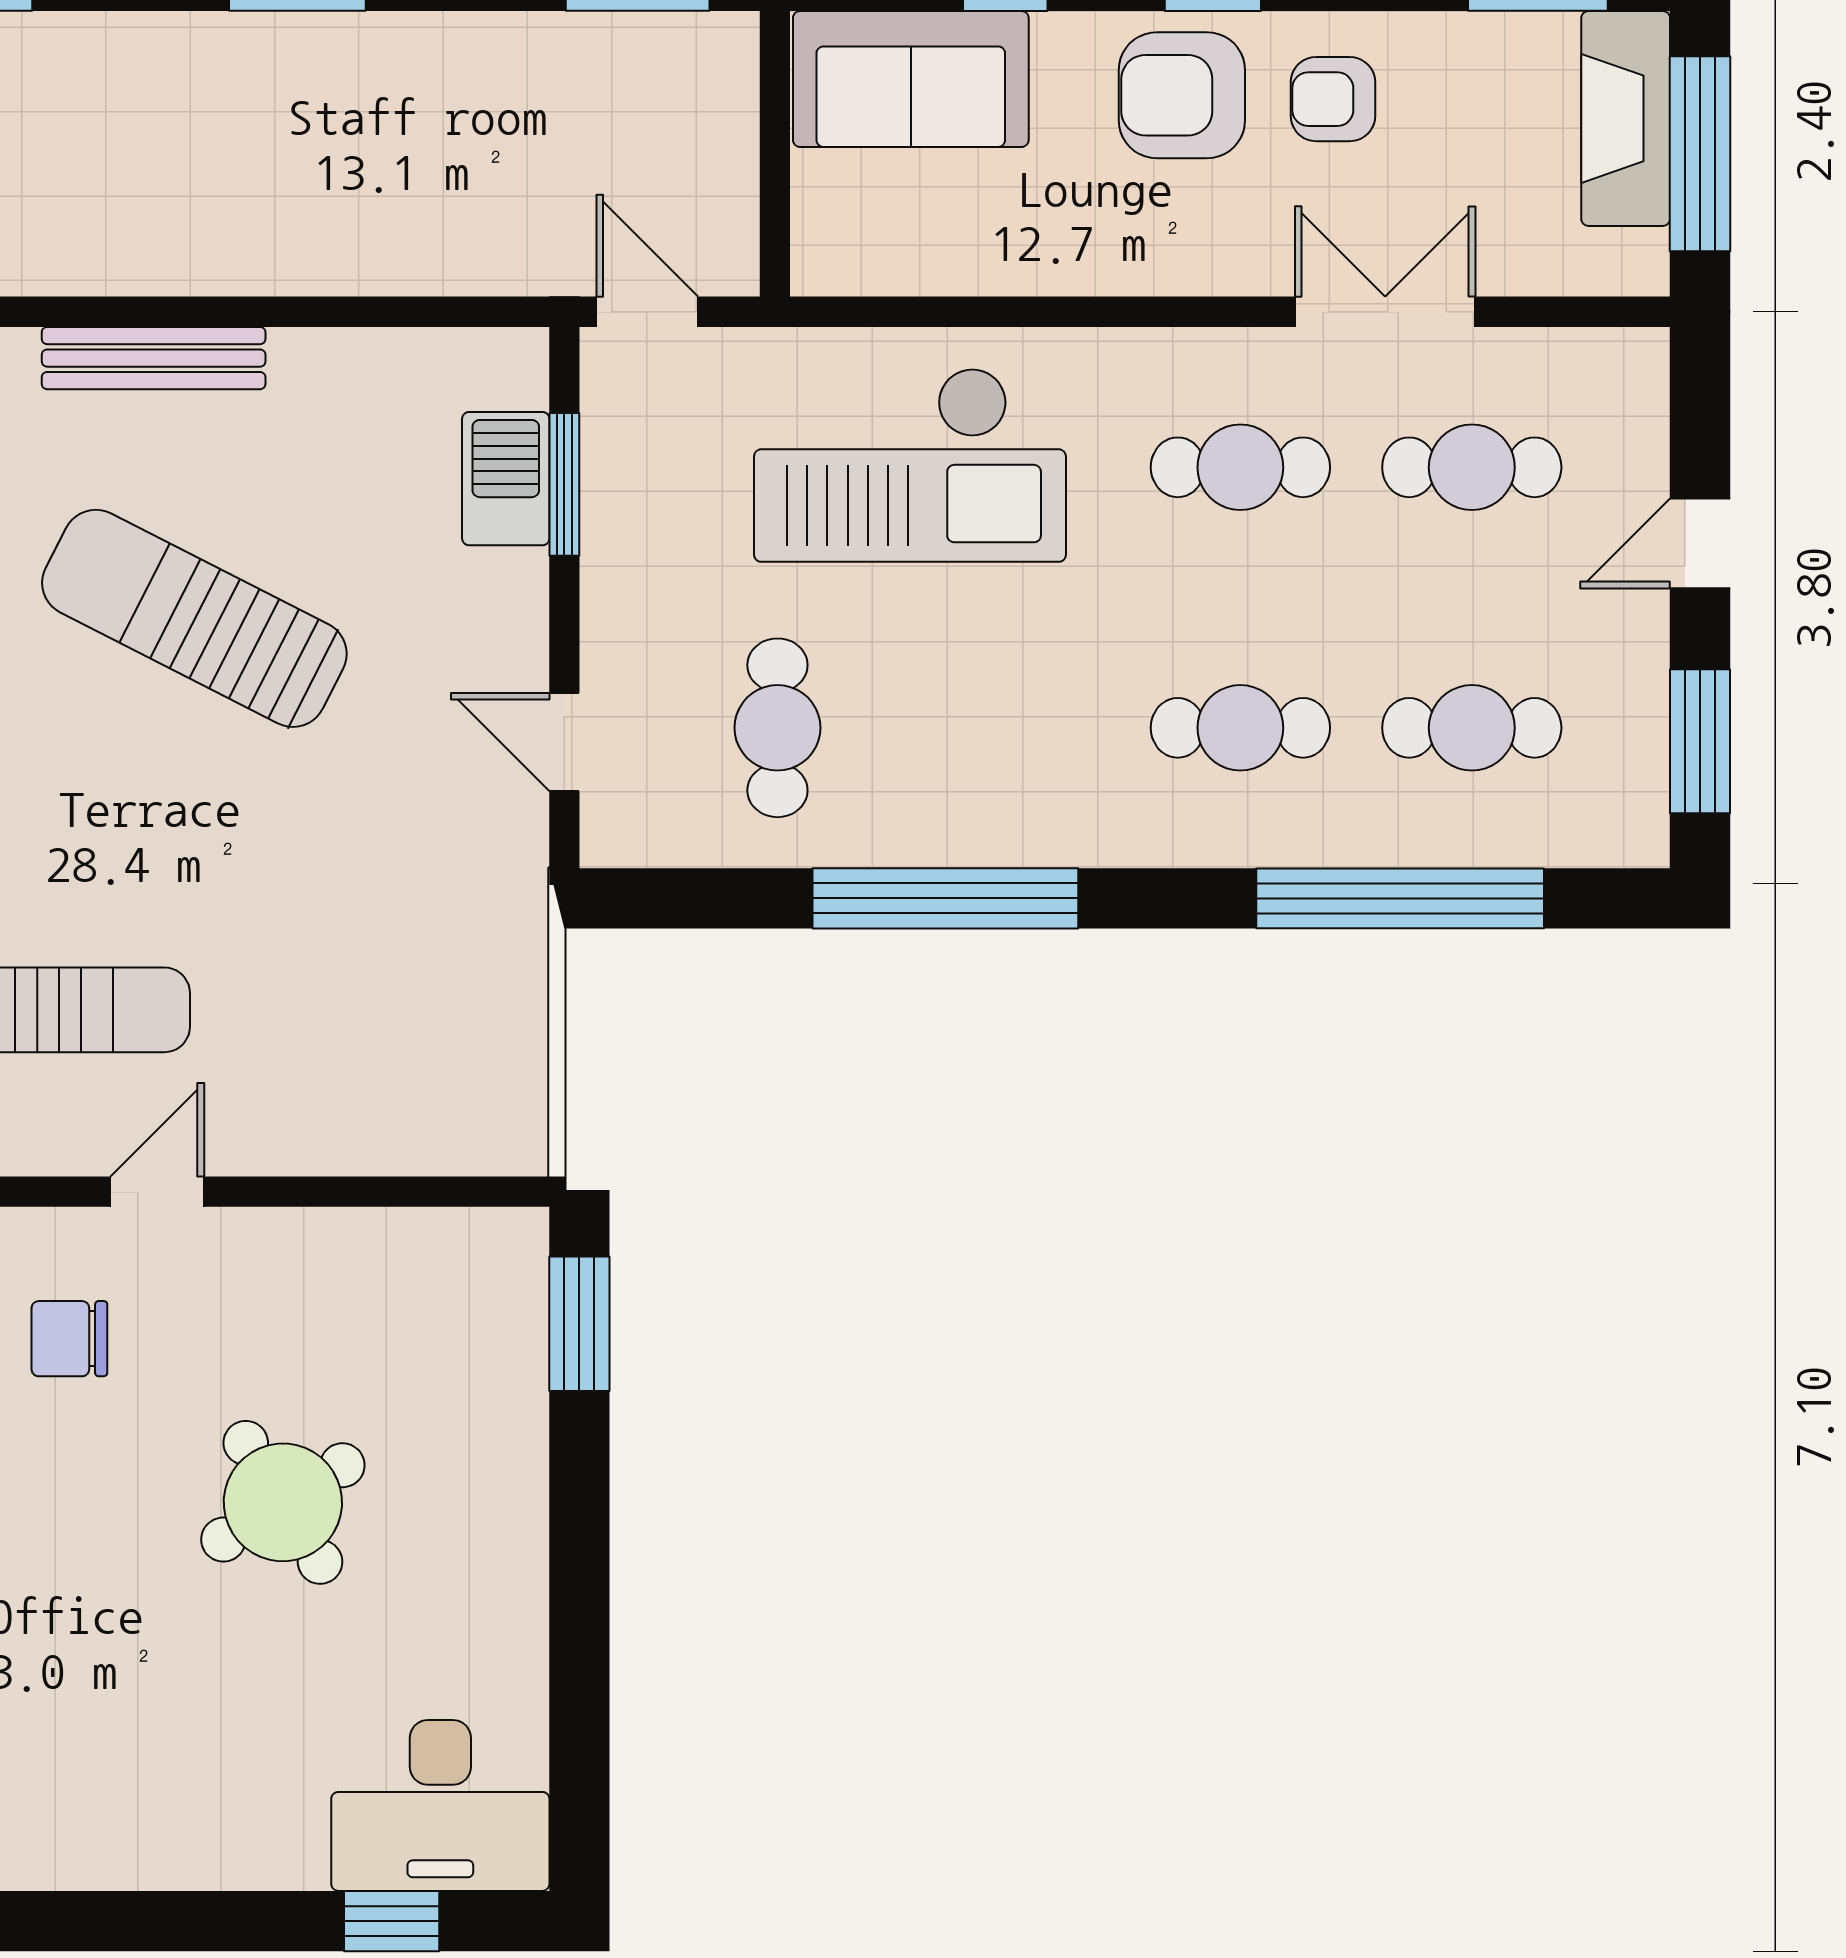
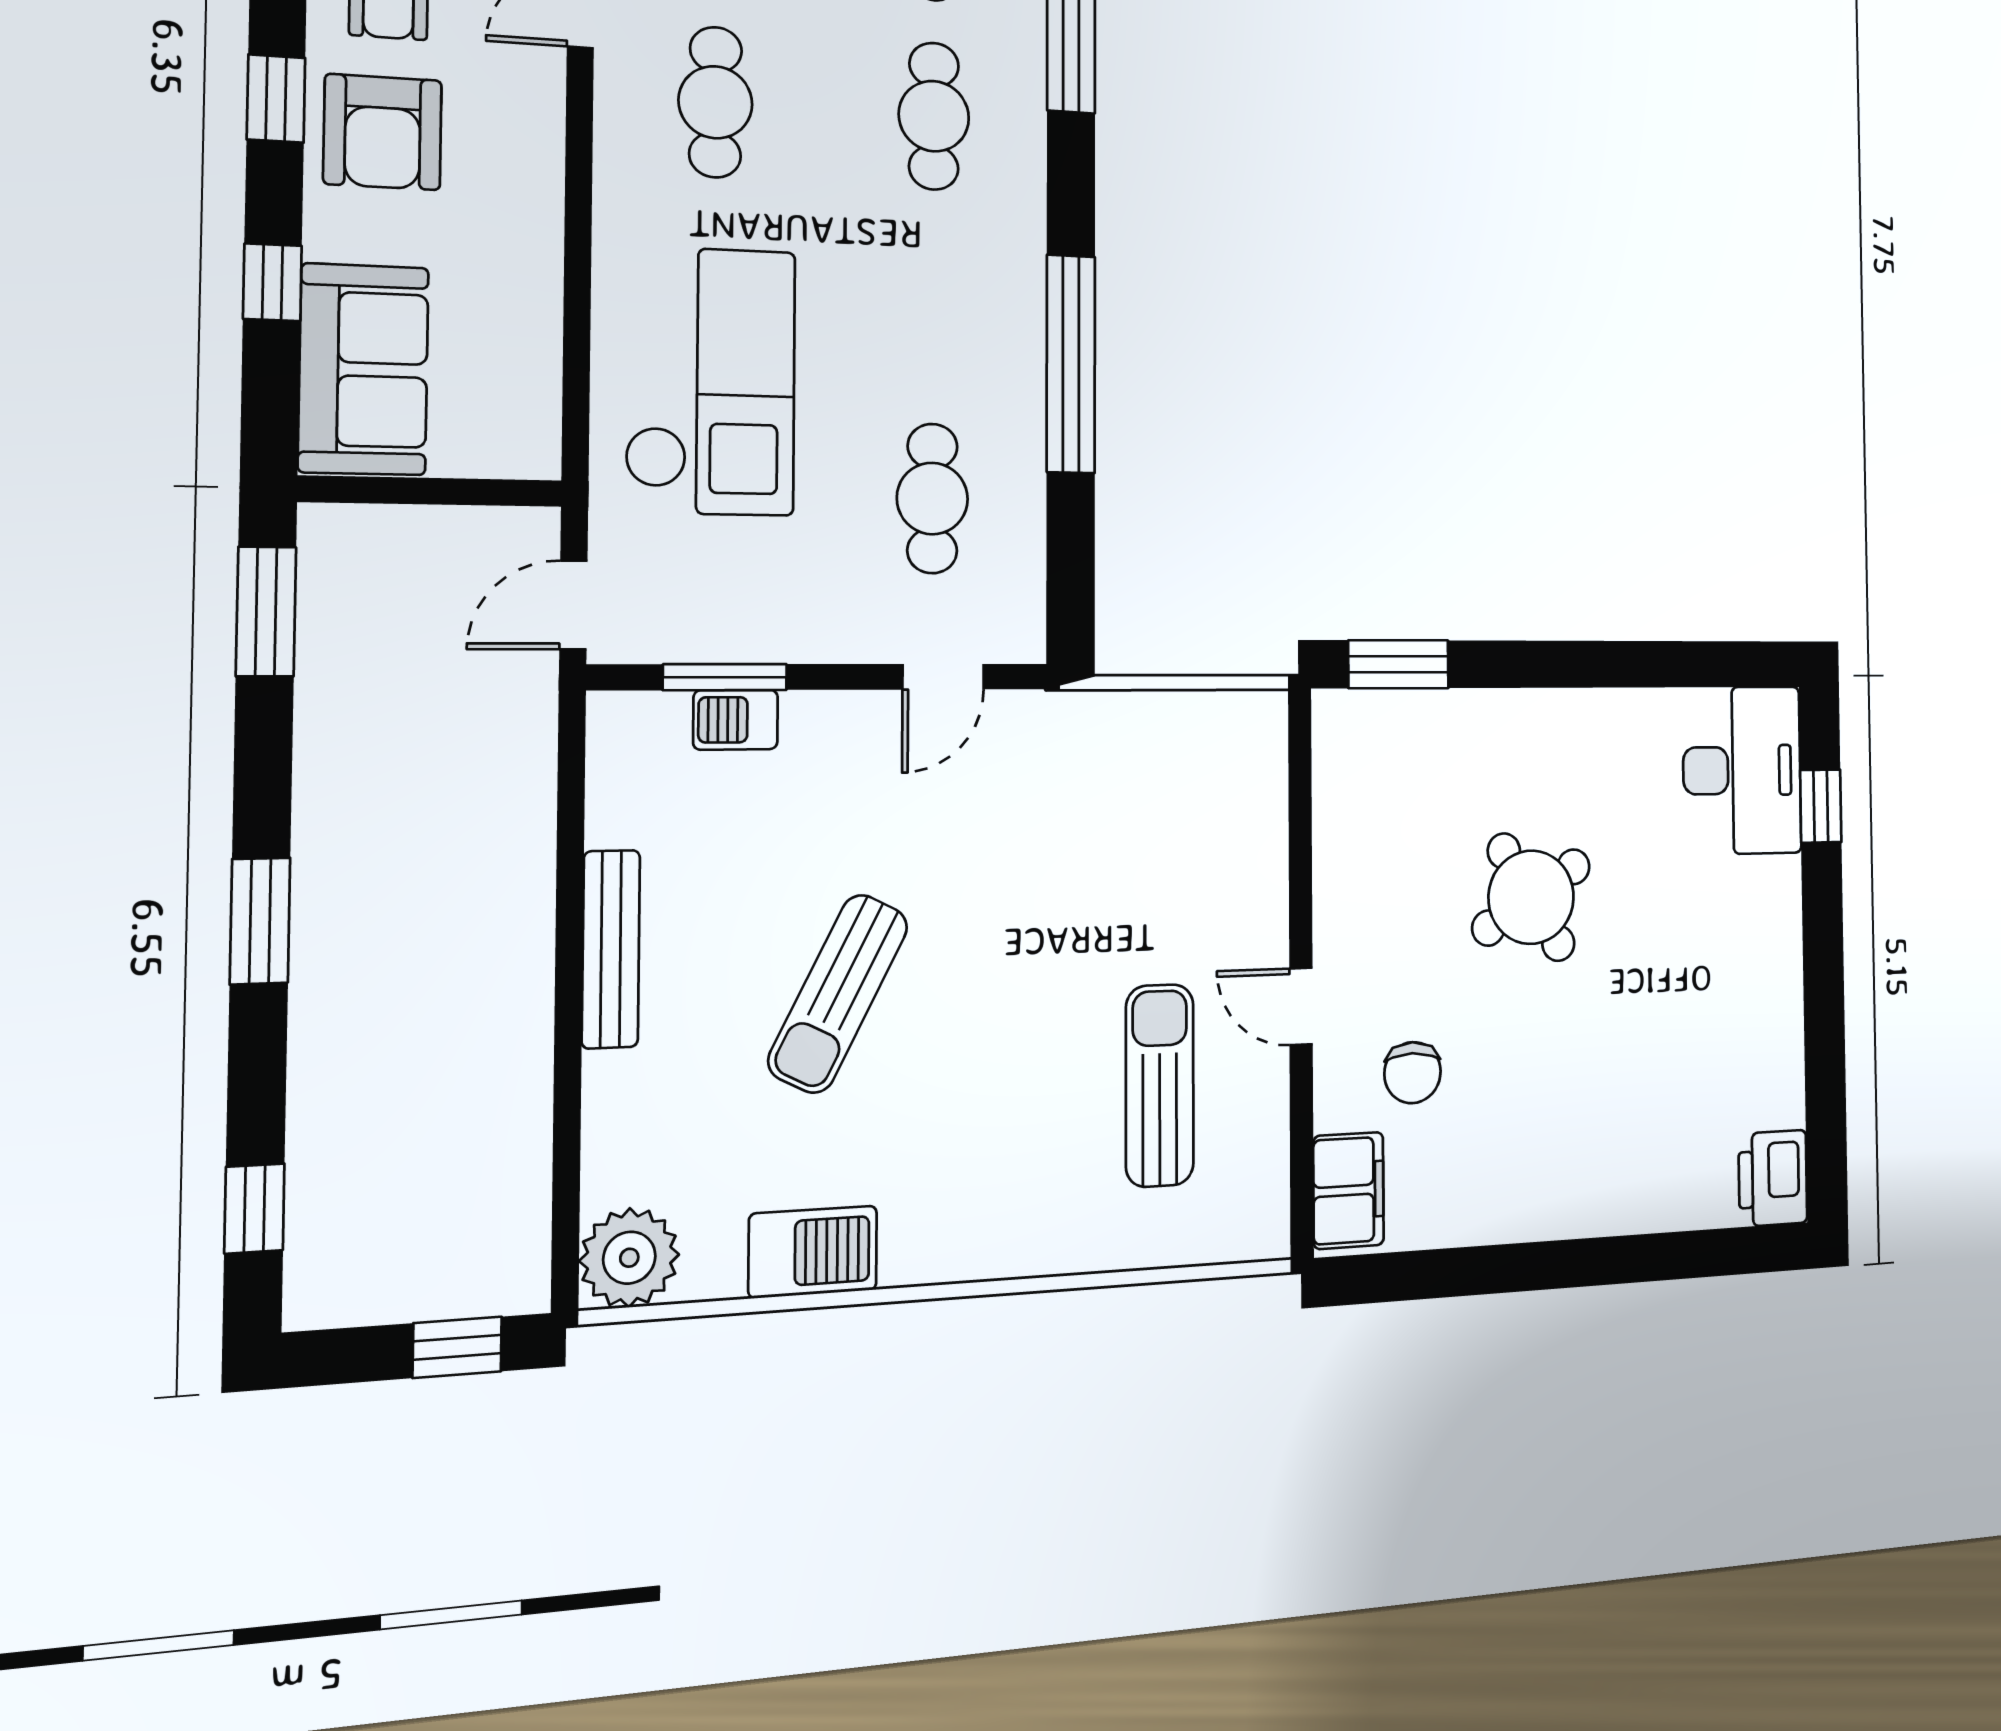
bench: (154, 358) -> (611, 949), moved
barbecue: (506, 479) -> (736, 720), width x0.73, depth x0.79
sun lounger: (194, 618) -> (838, 994), width x0.73, depth x0.75
cafe table: (777, 728) -> (932, 499), turned 90

